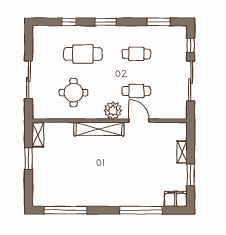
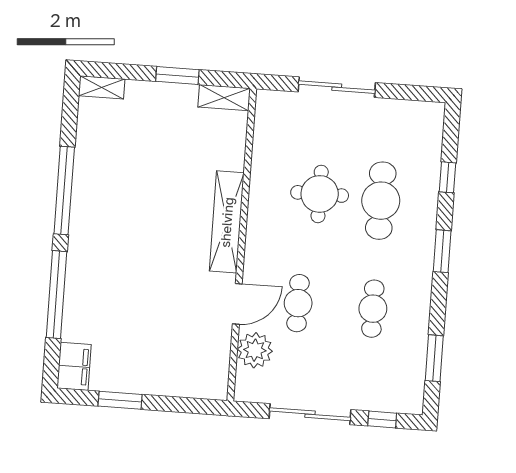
round table: (74, 93) -> (320, 194), moved
plant: (113, 111) -> (255, 350), moved
shelving: (182, 152) -> (102, 87), moved
window: (65, 210) -> (64, 190), moved

